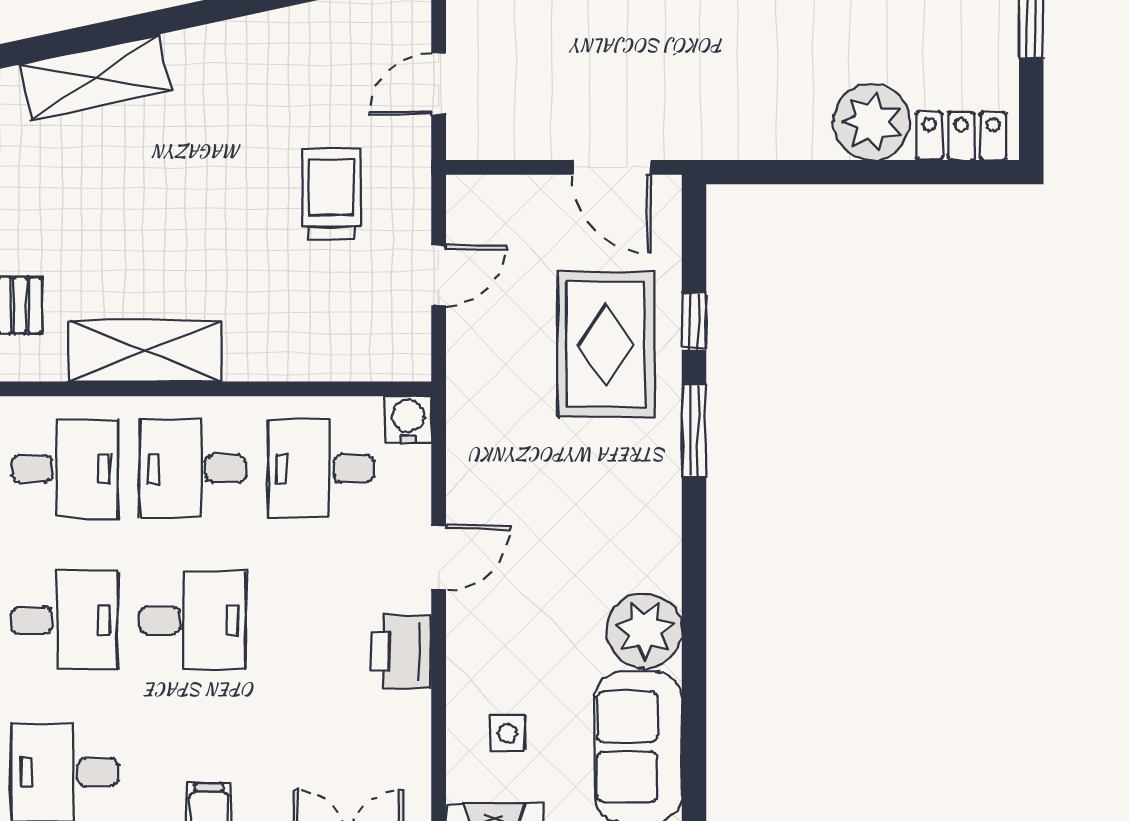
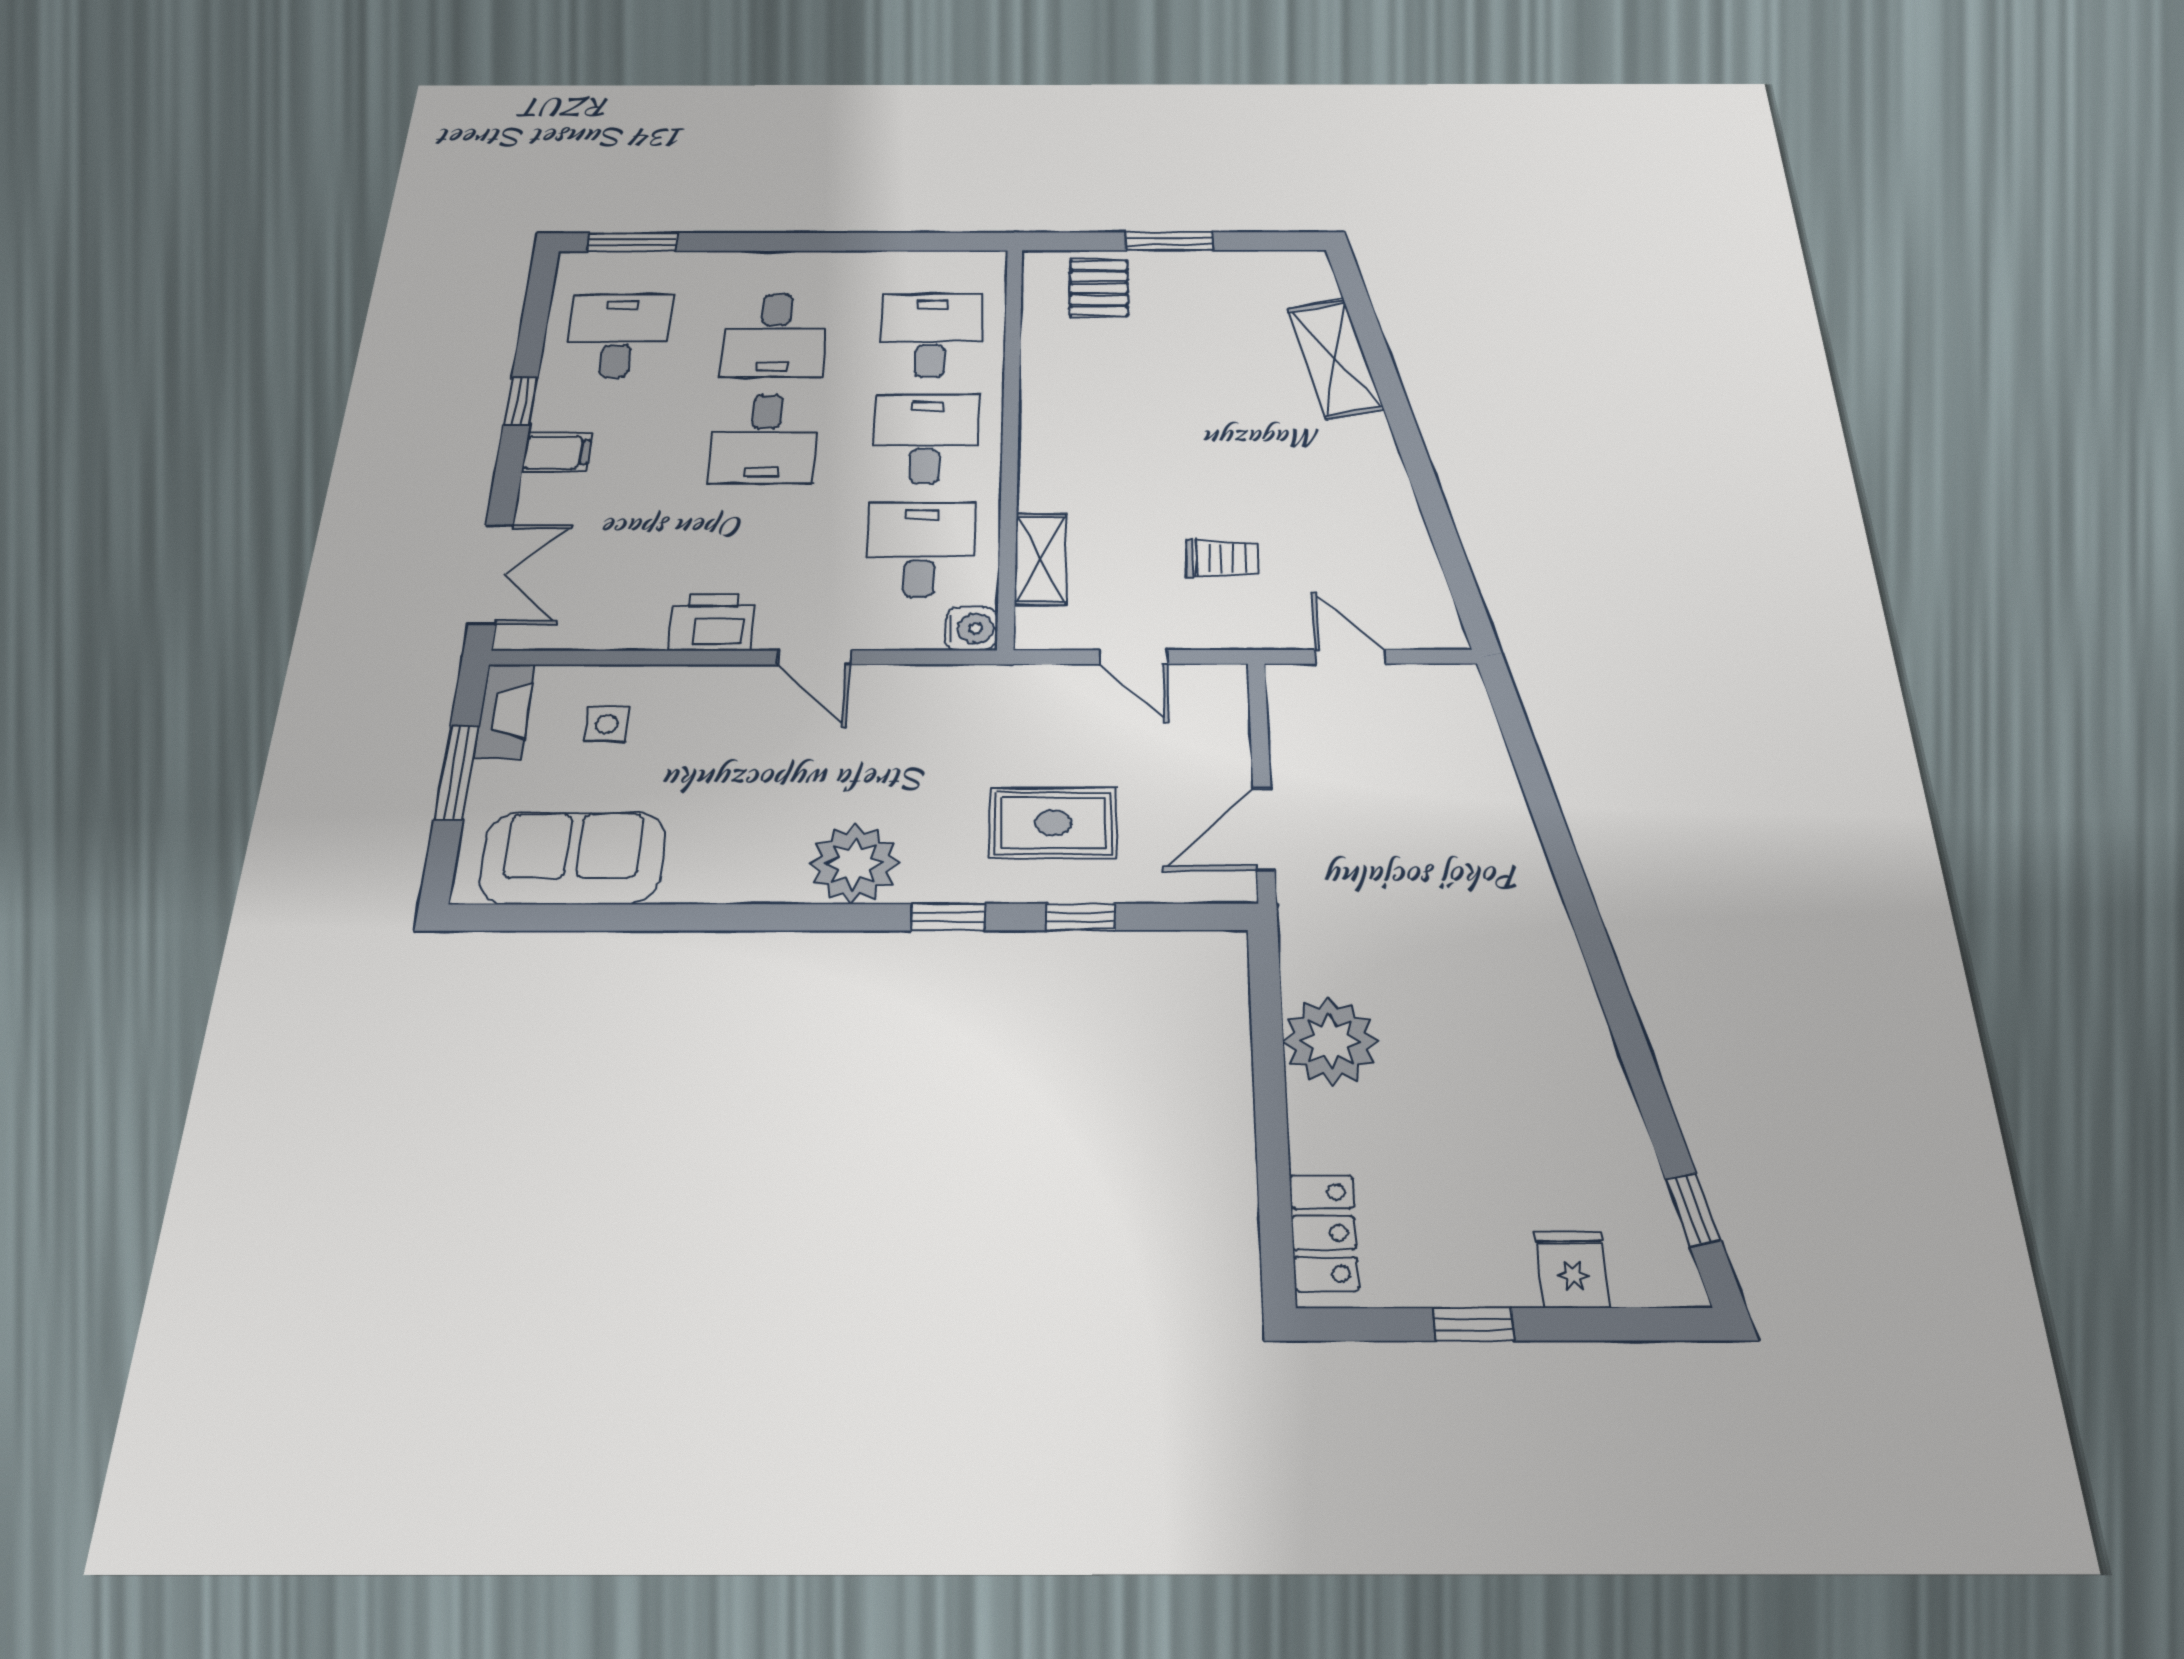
plant: (871, 122) -> (1330, 1041), moved
trolley: (332, 194) -> (1222, 558), width x0.73, depth x0.72
rug: (605, 345) -> (1053, 823), width x0.73, depth x0.70
shelving: (145, 351) -> (1041, 559), moved, width x0.67, depth x0.75
window: (694, 431) -> (948, 917), width x0.67
desk: (65, 468) -> (931, 335), turned 180
plant: (644, 630) -> (854, 864), moved

